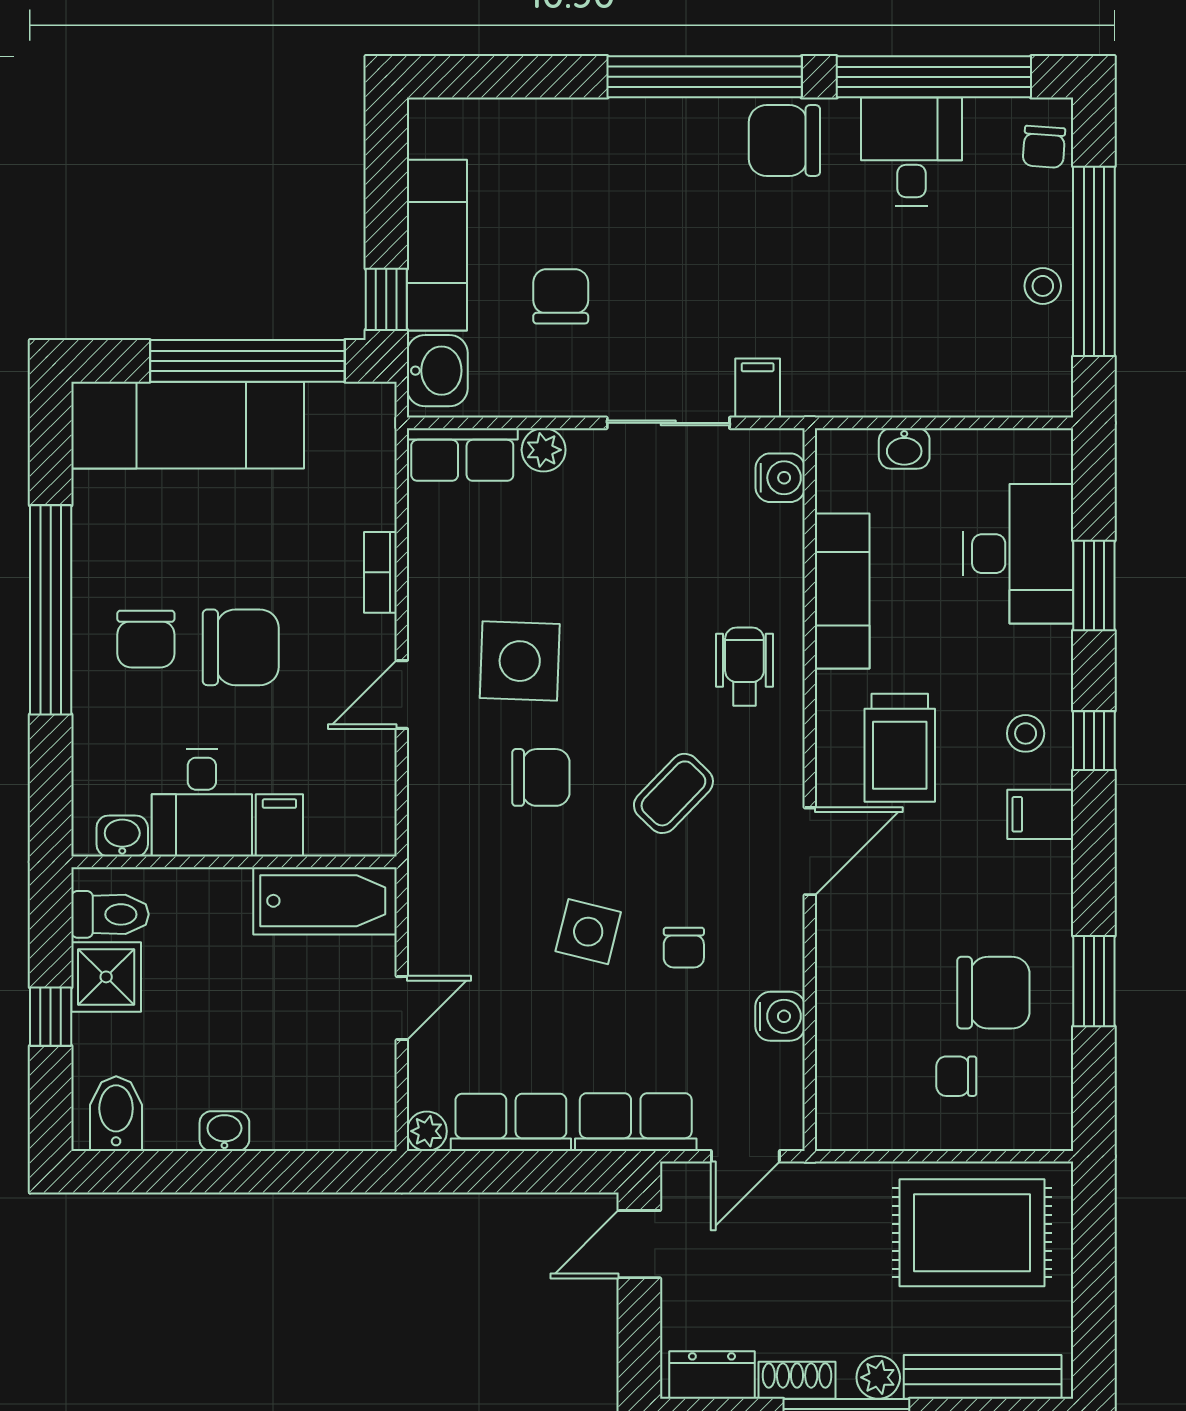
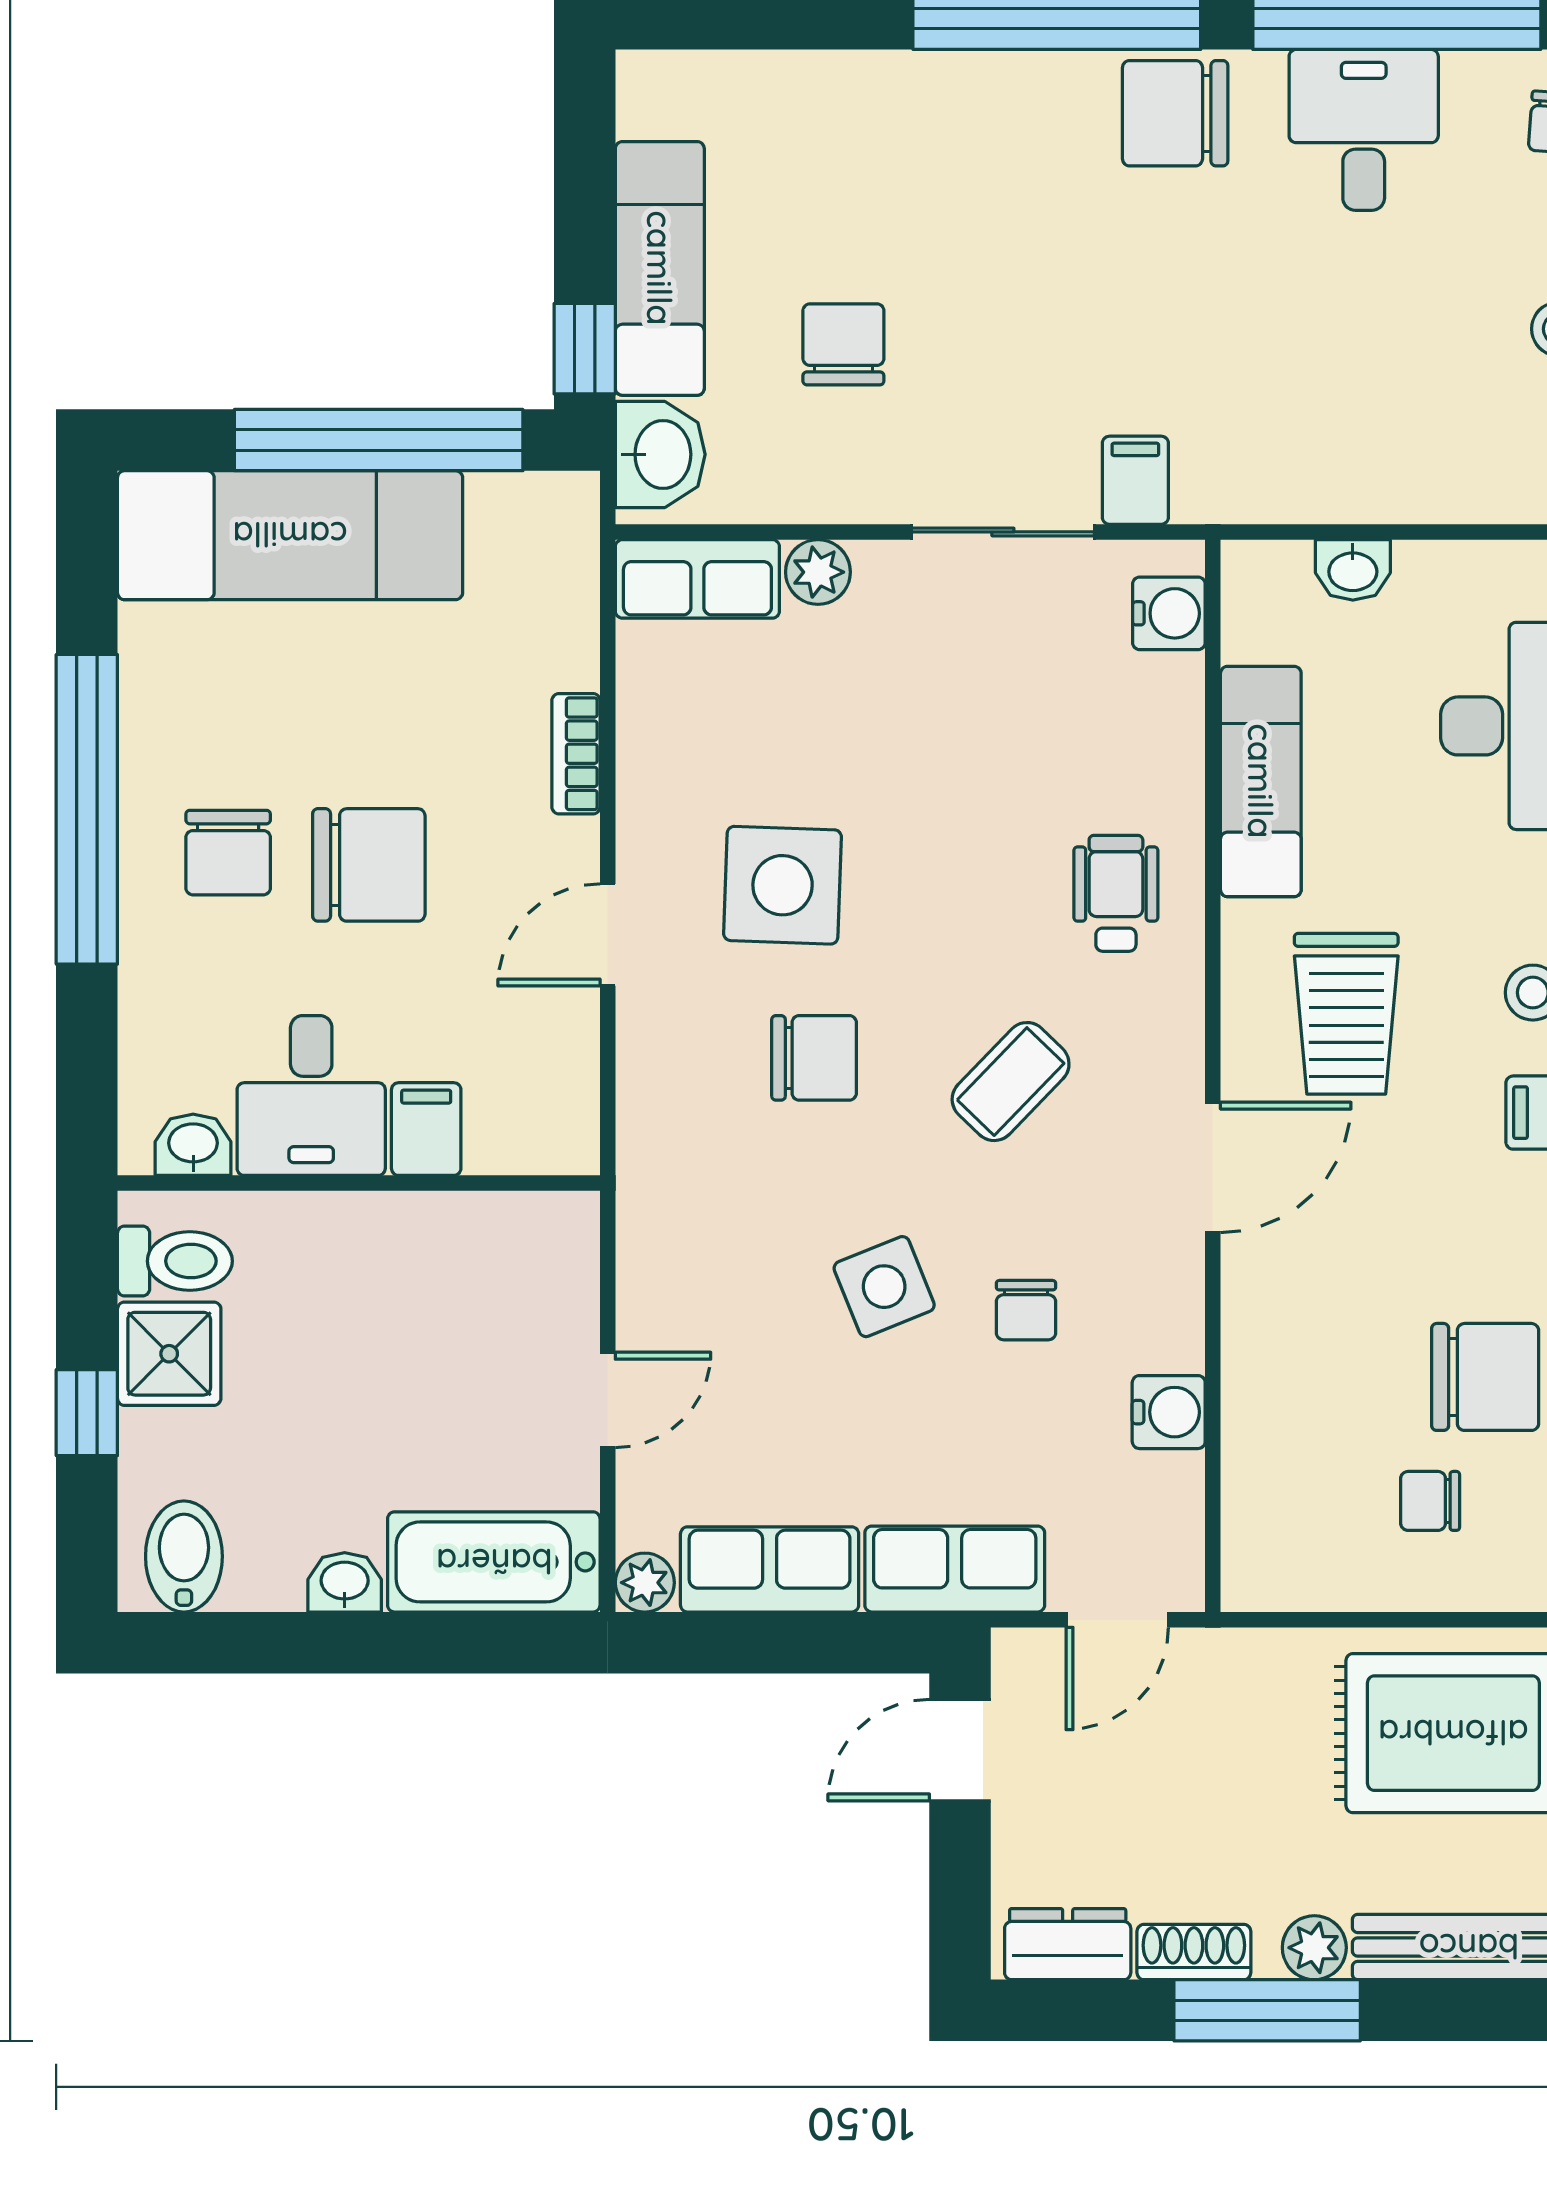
bathtub: (325, 901) -> (494, 1562), moved, turned 180
side table: (588, 932) -> (884, 1287), turned -36

